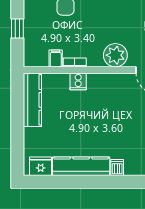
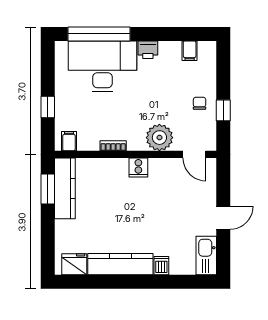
filing cabinet: (56, 58) -> (69, 141), moved
cooker: (78, 82) -> (138, 168), moved
window: (17, 100) -> (48, 189), added

